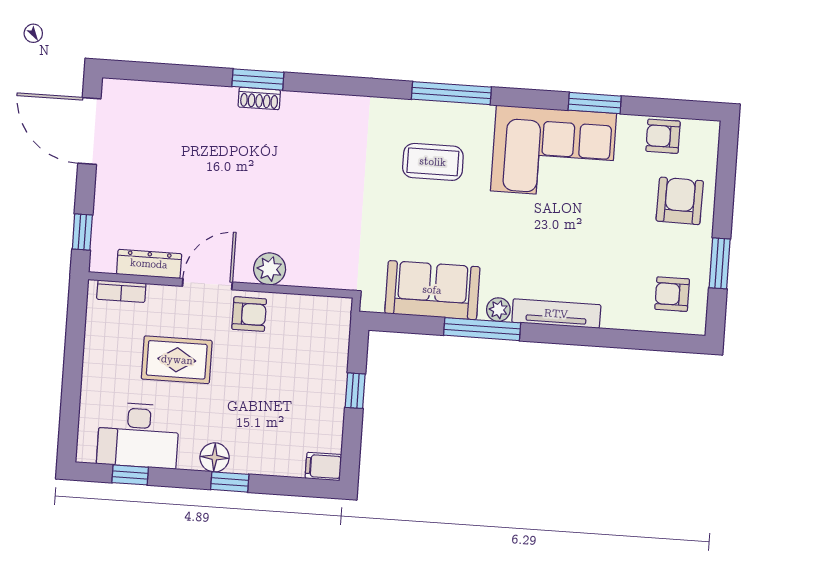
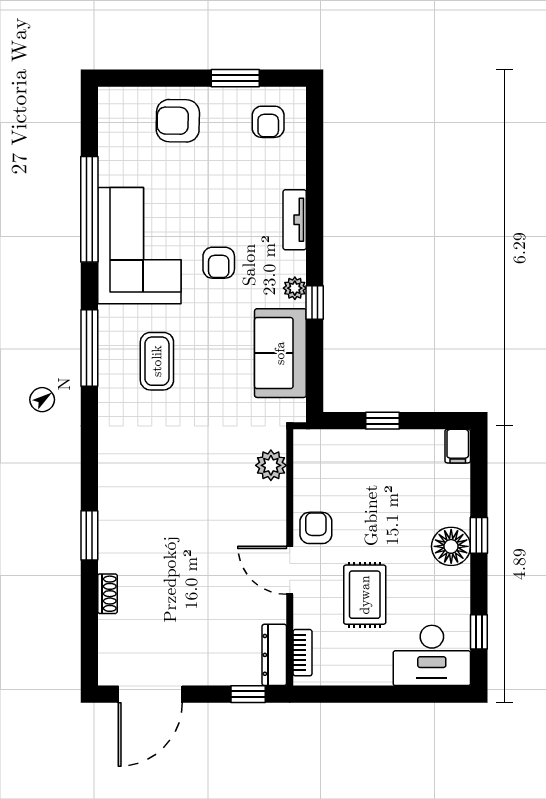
shoe rack: (259, 98) -> (107, 594), moved
window: (595, 103) -> (89, 209), width x2.11
armchair: (663, 136) -> (219, 263), moved
dresser: (149, 264) -> (274, 655), moved
plant: (270, 269) -> (271, 465), moved
tv unit: (556, 314) -> (295, 220), width x0.71
window: (482, 329) -> (315, 303), width x0.46
desk: (138, 435) -> (432, 655), moved, turned 90
floor lamp: (215, 457) -> (451, 546), width x1.38, depth x1.38

